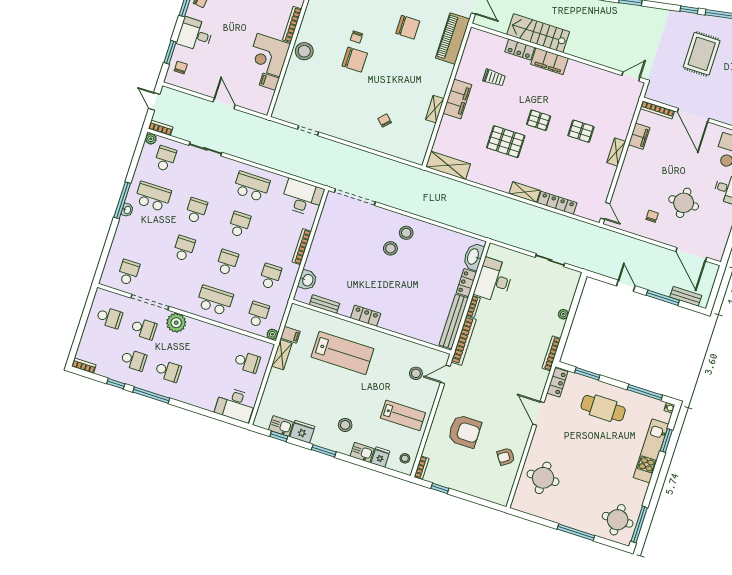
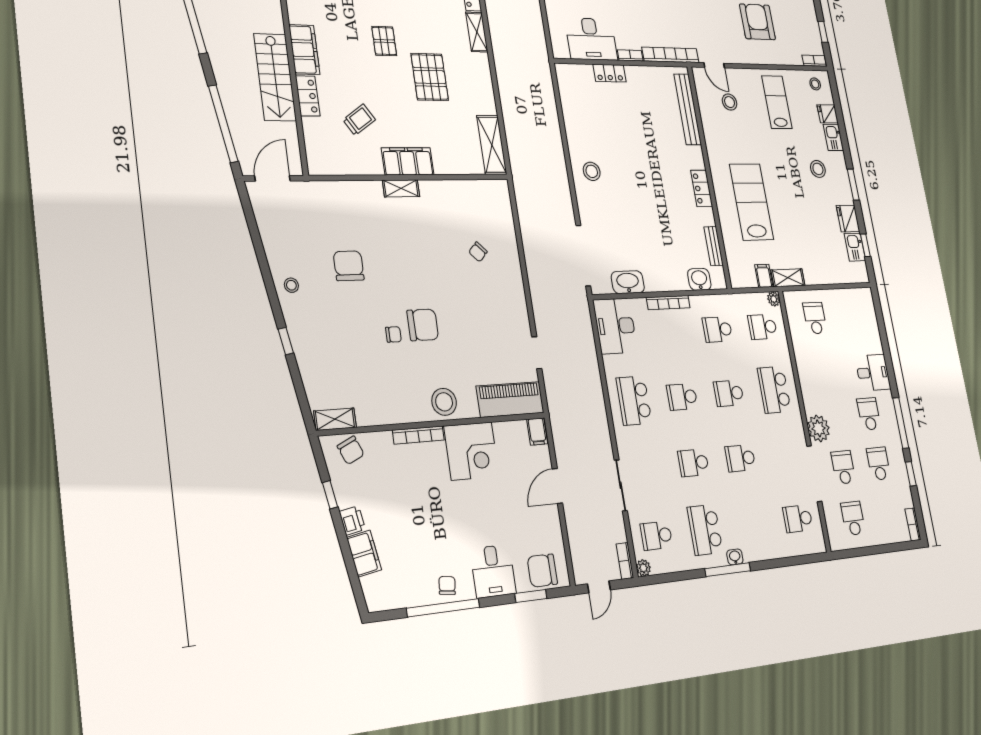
piano: (453, 39) -> (510, 399), moved, turned 180
chair: (355, 60) -> (423, 325), turned 90
chair: (181, 68) -> (542, 571), width x1.87, depth x1.87
trolley: (494, 78) -> (359, 120), turned 56
filing cabinet: (269, 82) -> (537, 432), moved
shelving: (435, 109) -> (401, 188), moved
stool: (390, 248) -> (618, 185), removed
washbasin: (473, 257) -> (628, 282), moved, turned 180
bench: (454, 322) -> (688, 109), moved, turned 90
desk: (235, 405) -> (873, 373), moved, width x0.73

